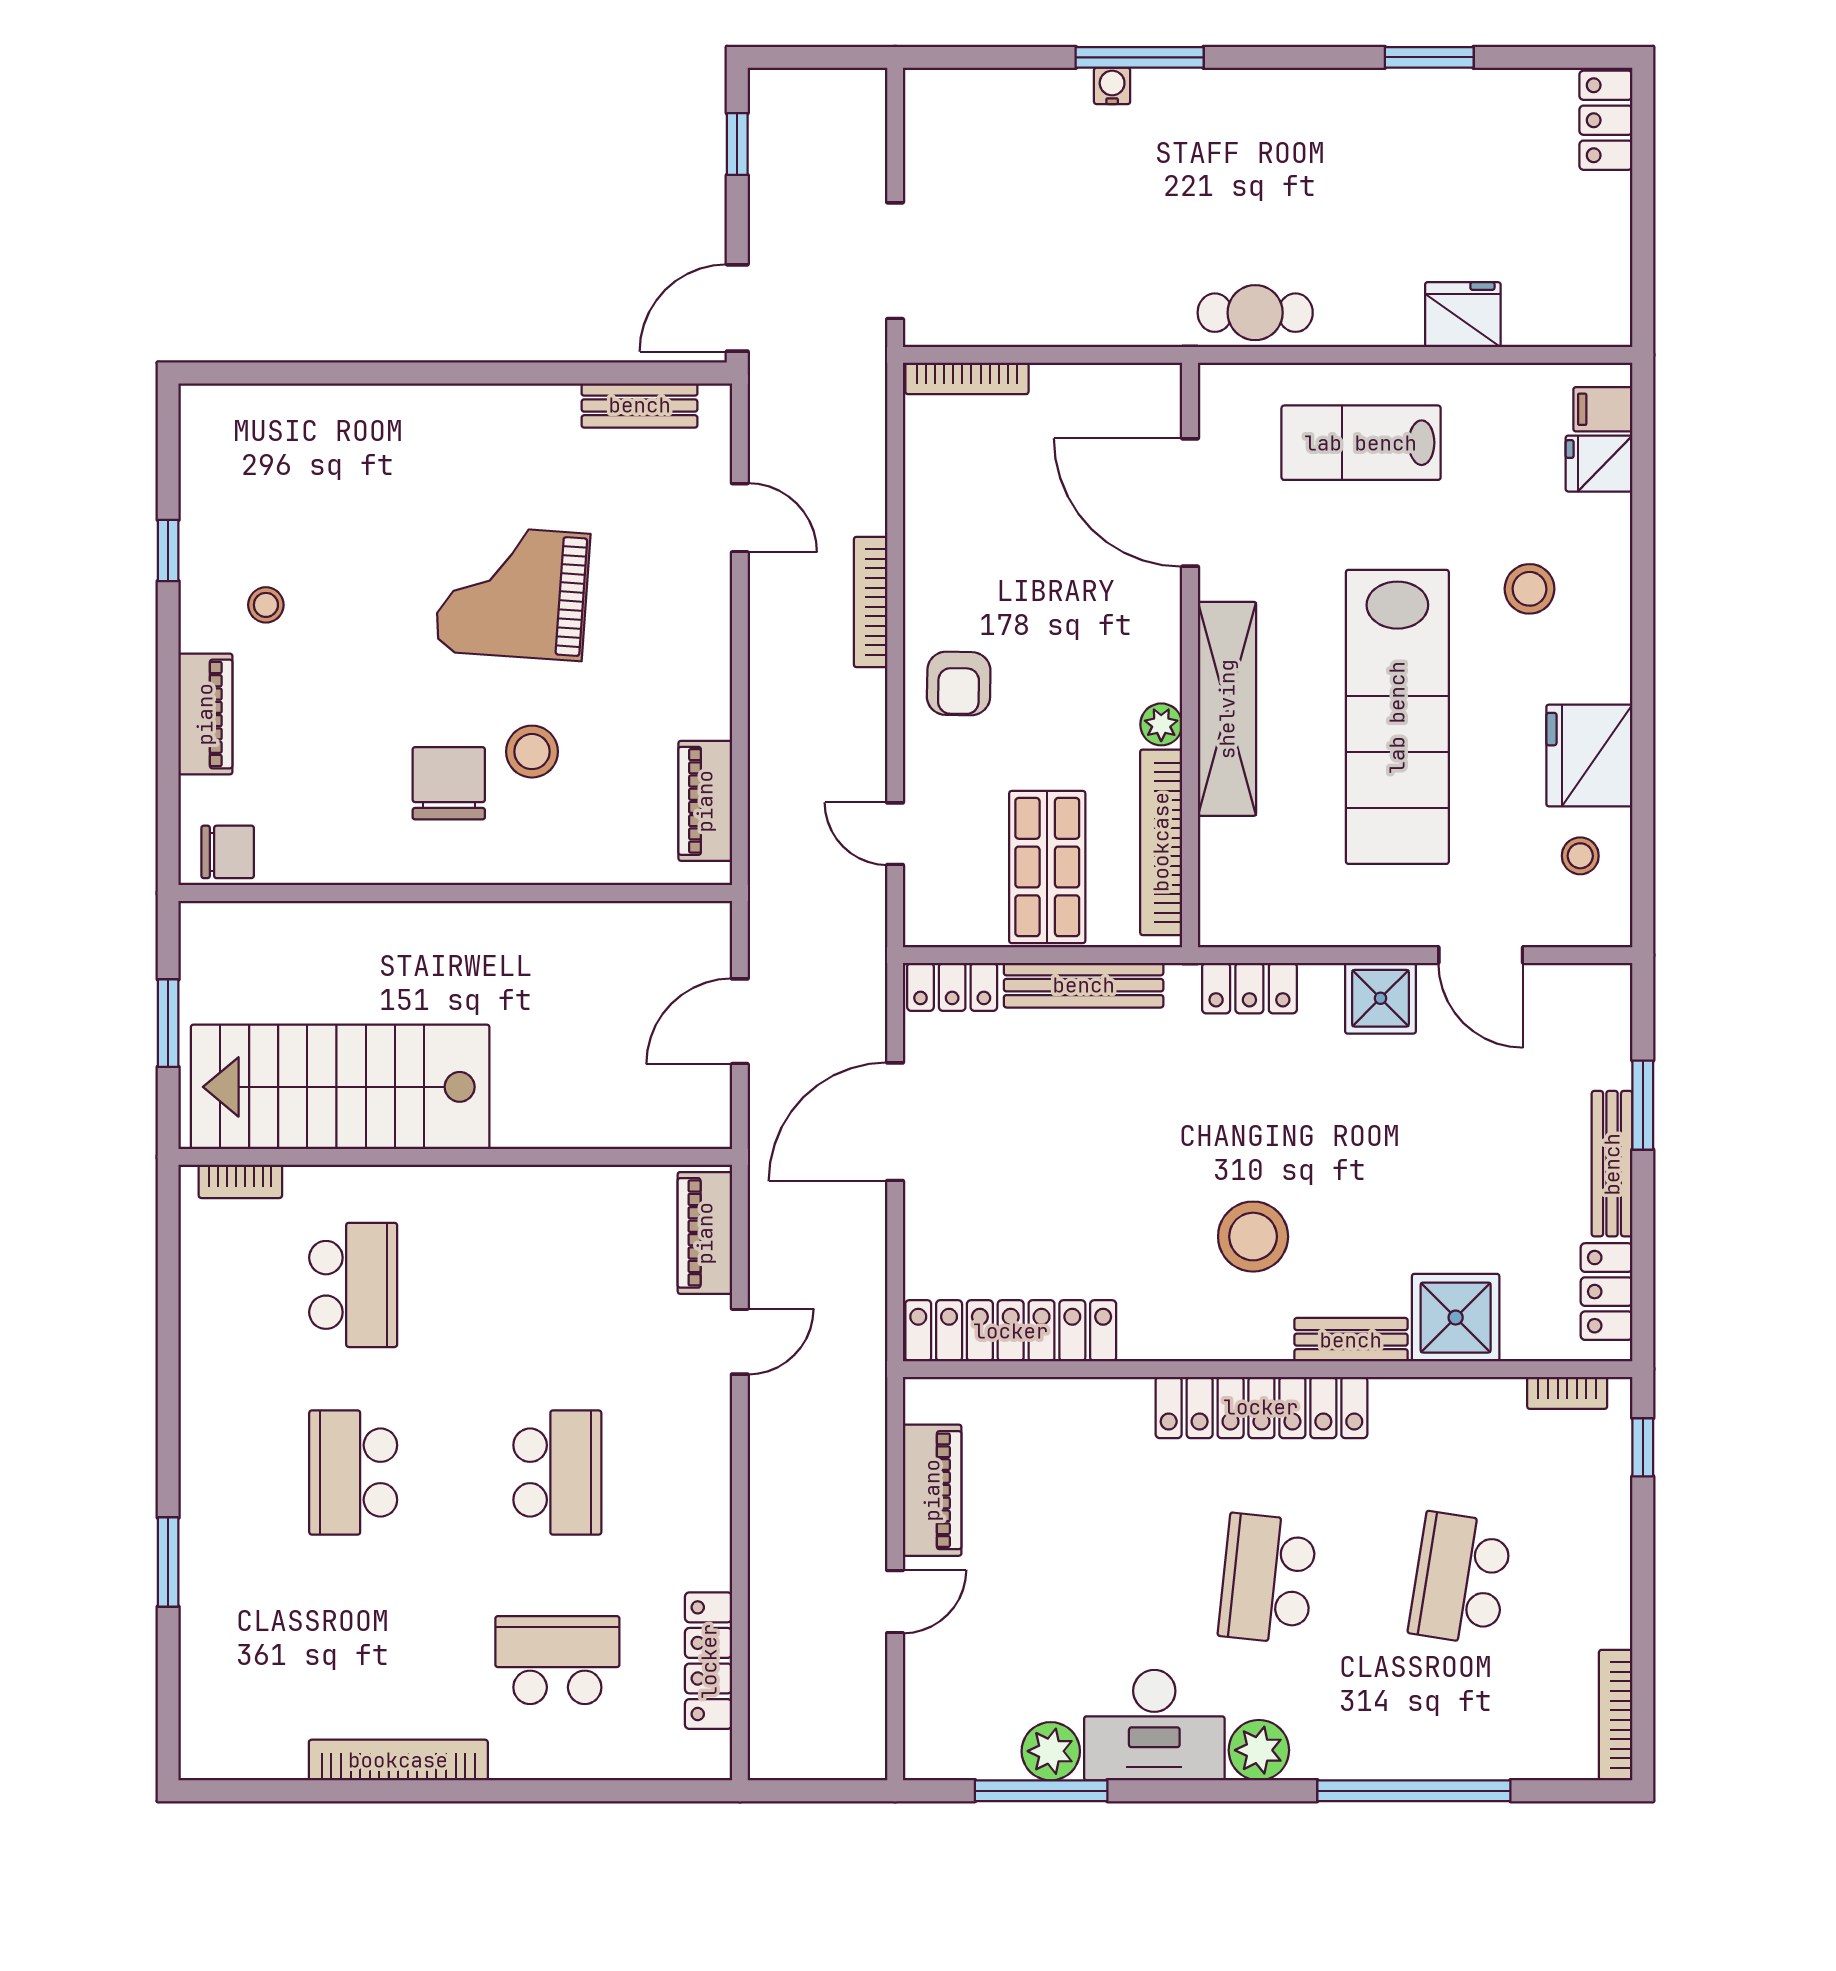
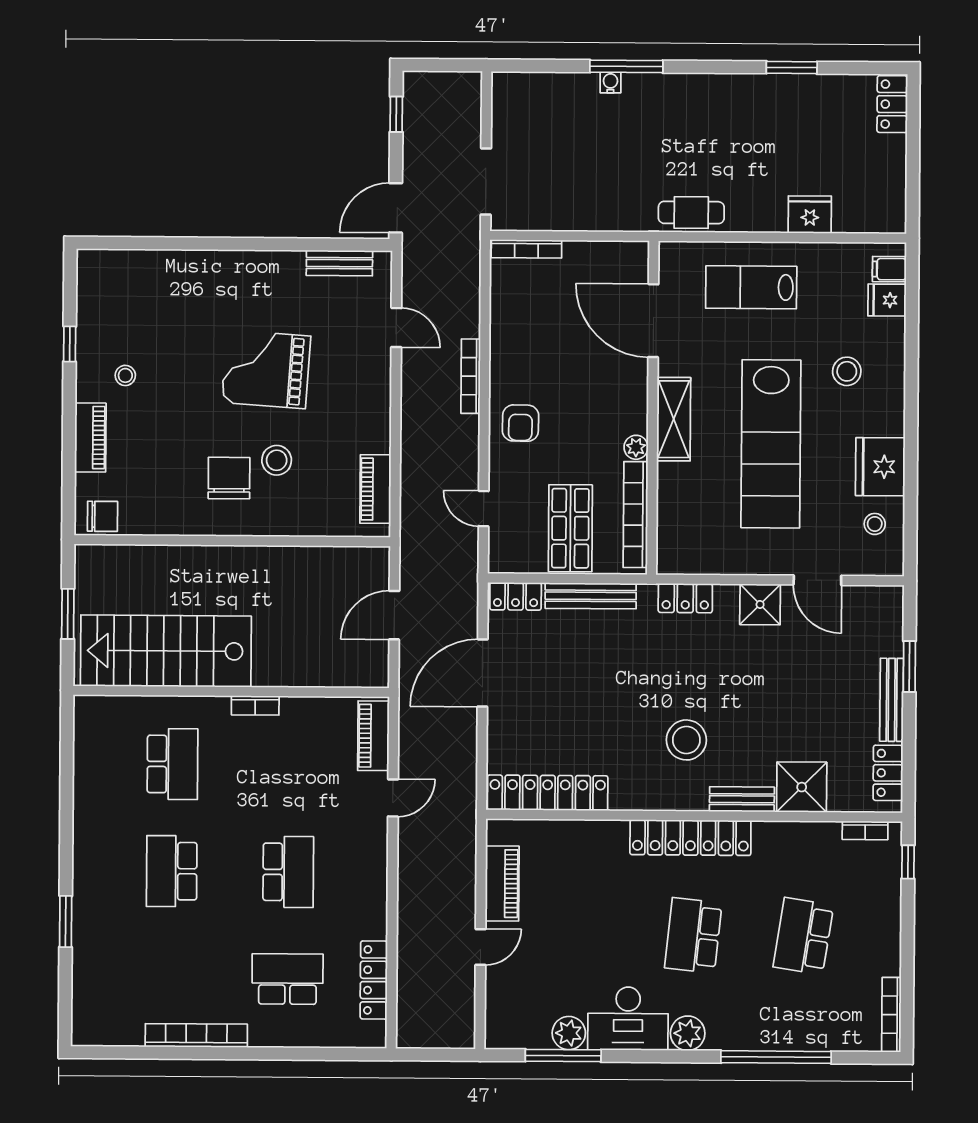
shelving: (1227, 709) -> (674, 419), width x0.68
bookcase: (240, 1181) -> (255, 705), moved

